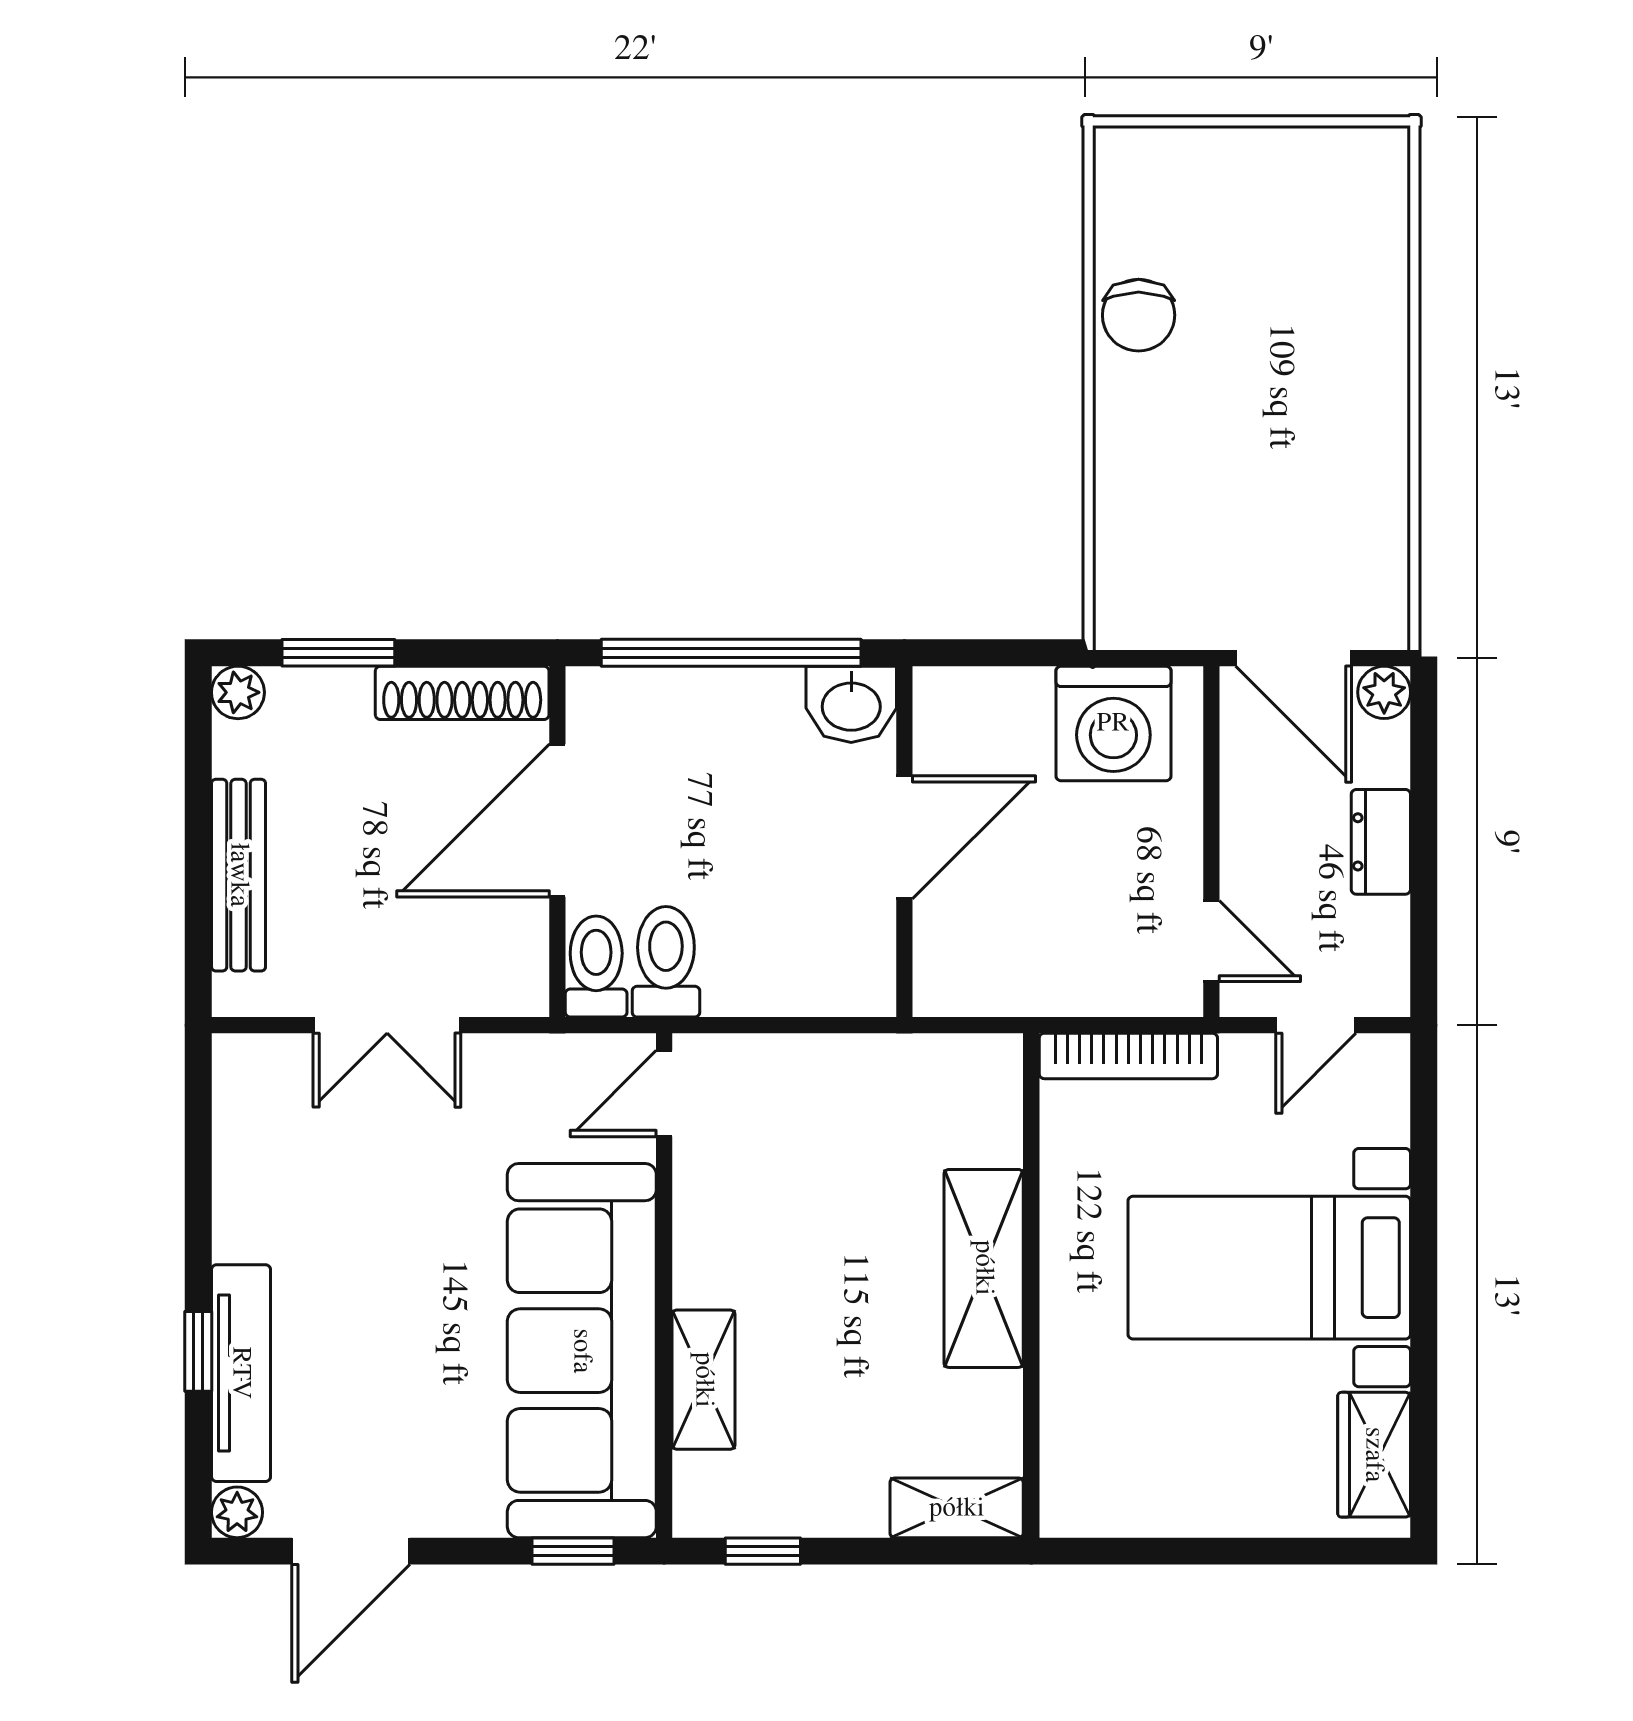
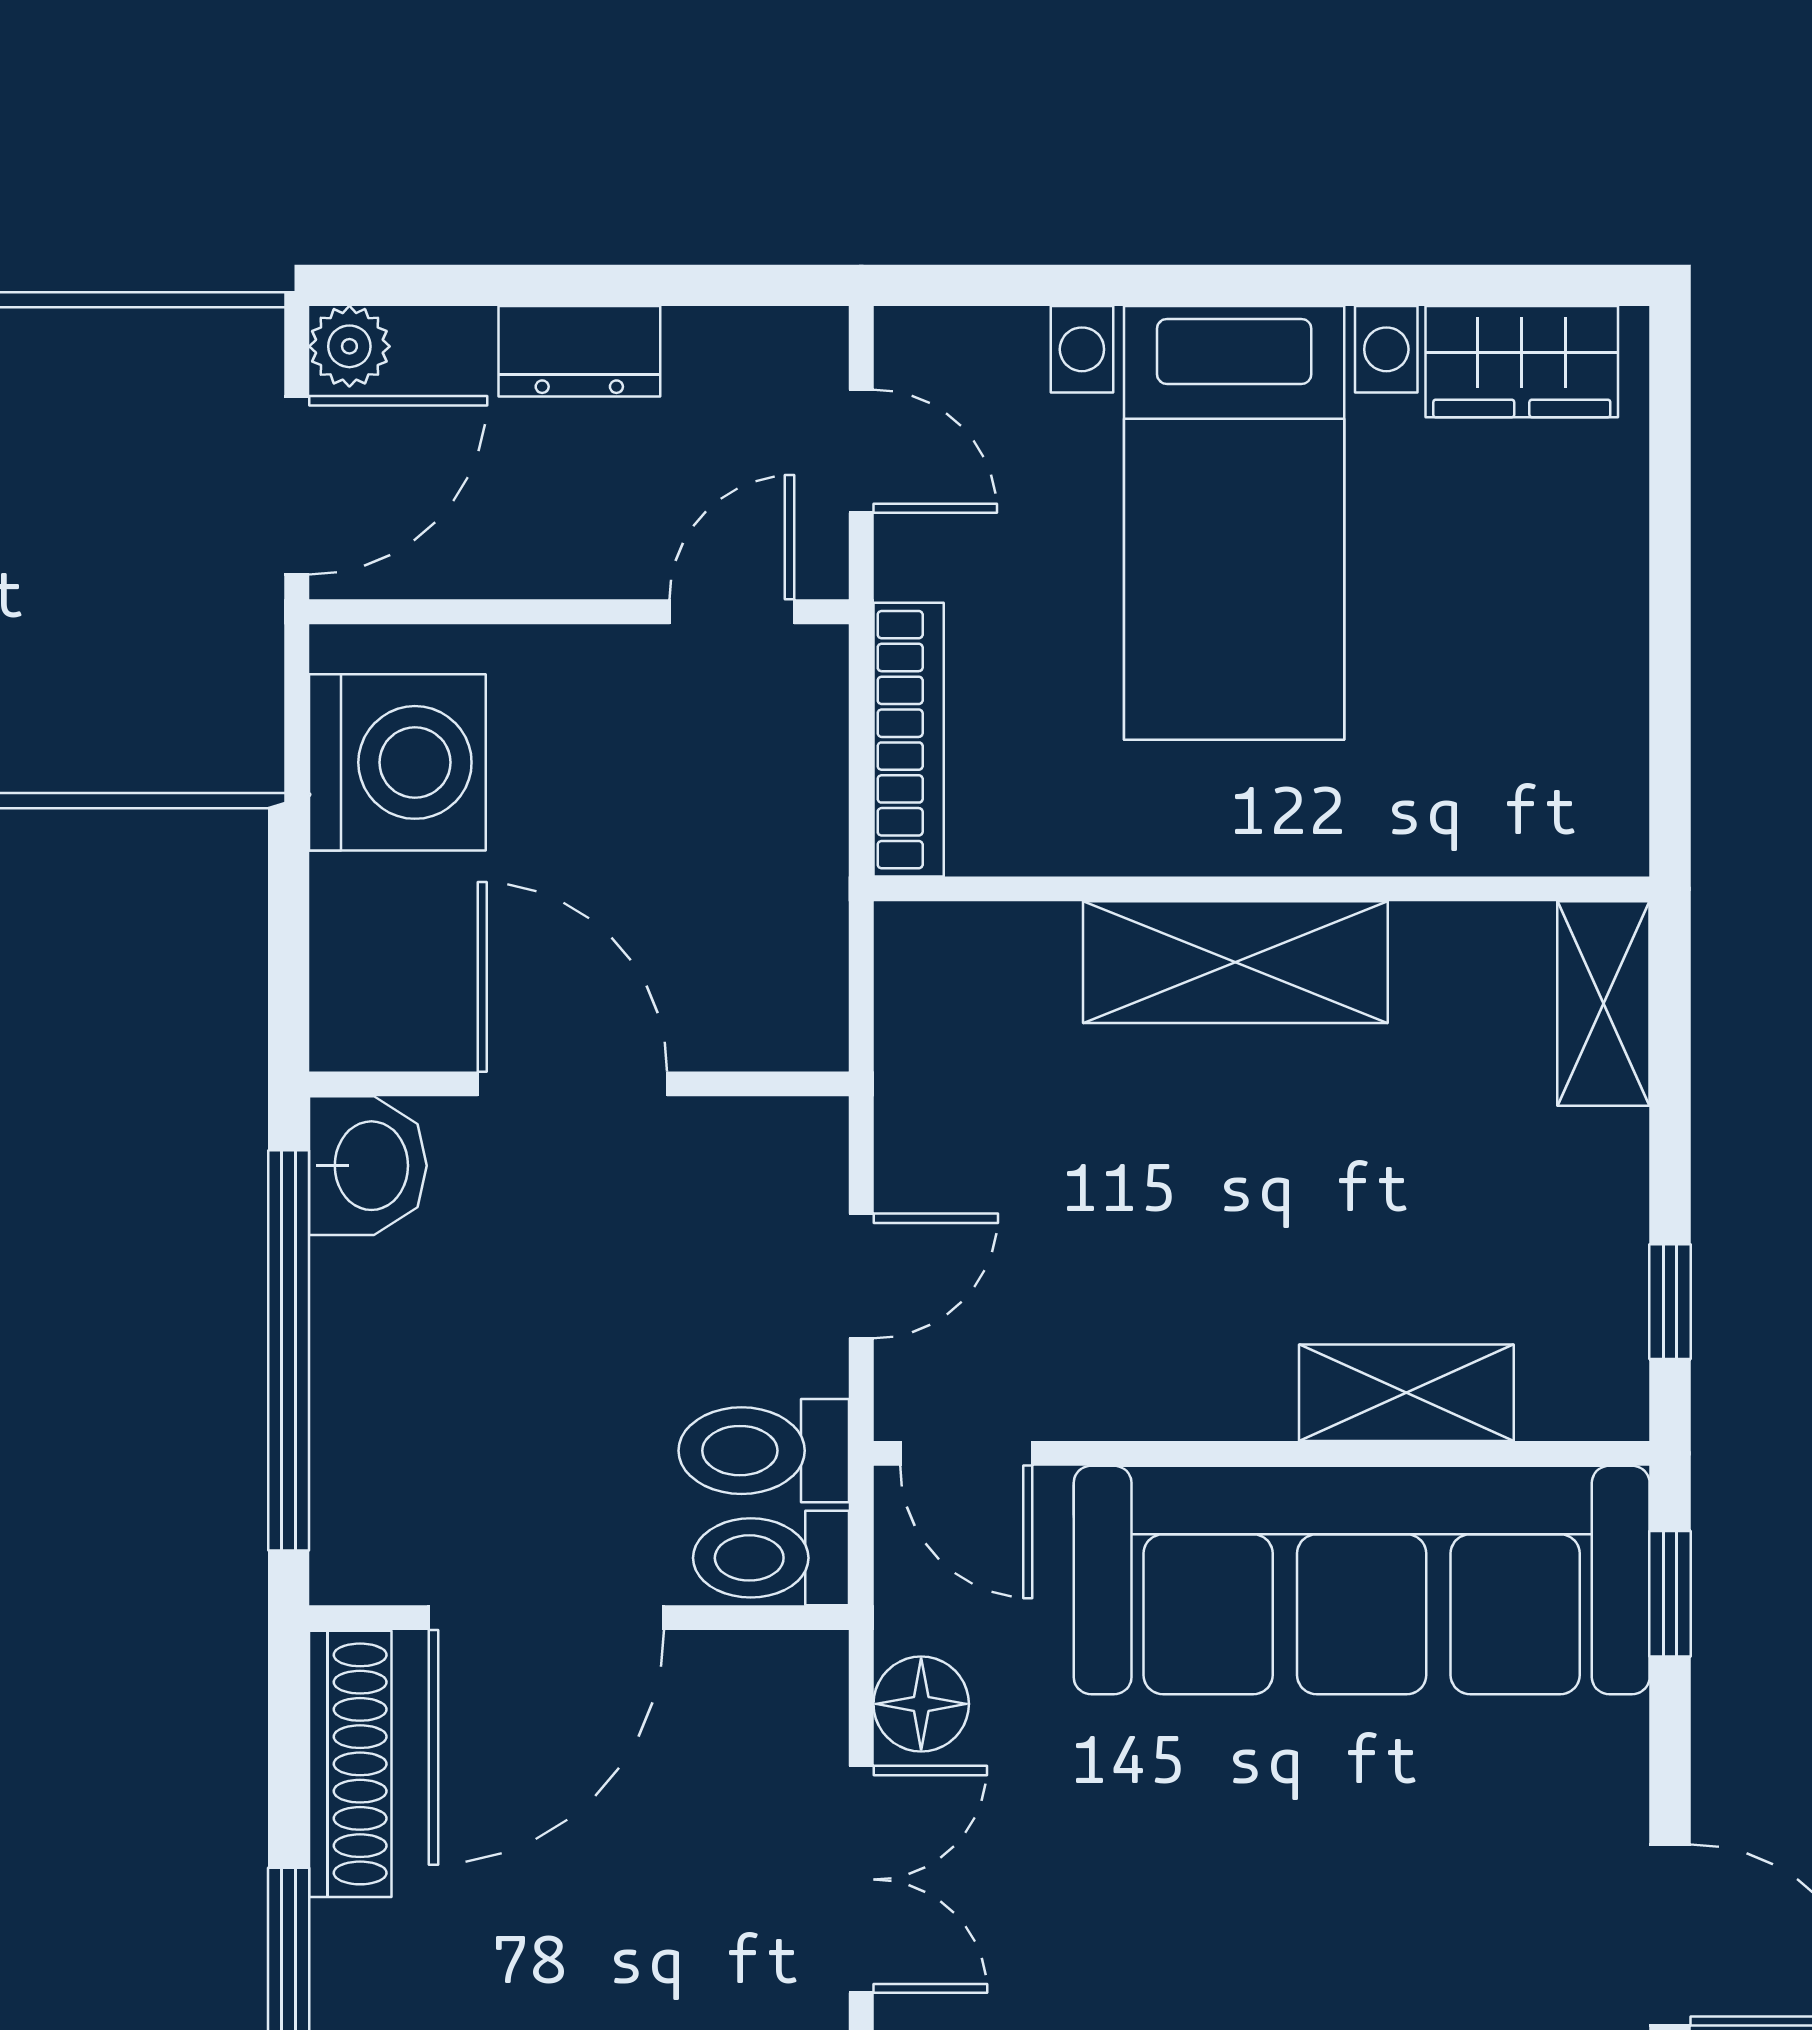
door: (557, 820) -> (546, 1618), hinge flipped
door: (780, 1025) -> (861, 1276), added
floor lamp: (501, 1064) -> (921, 1704), added

